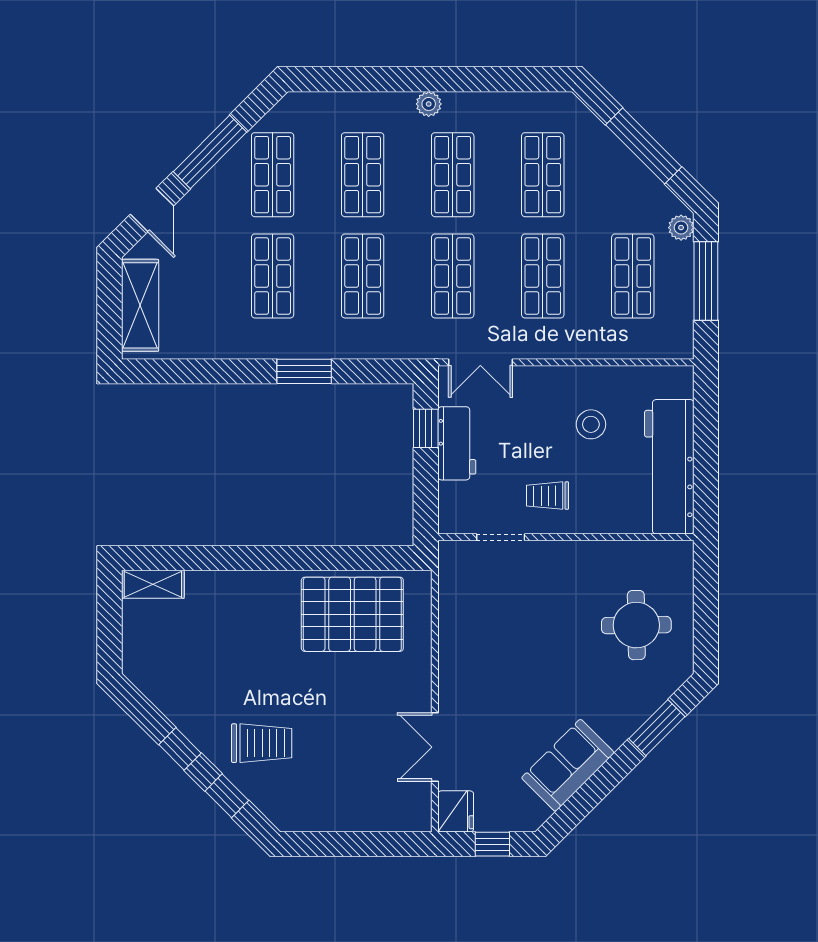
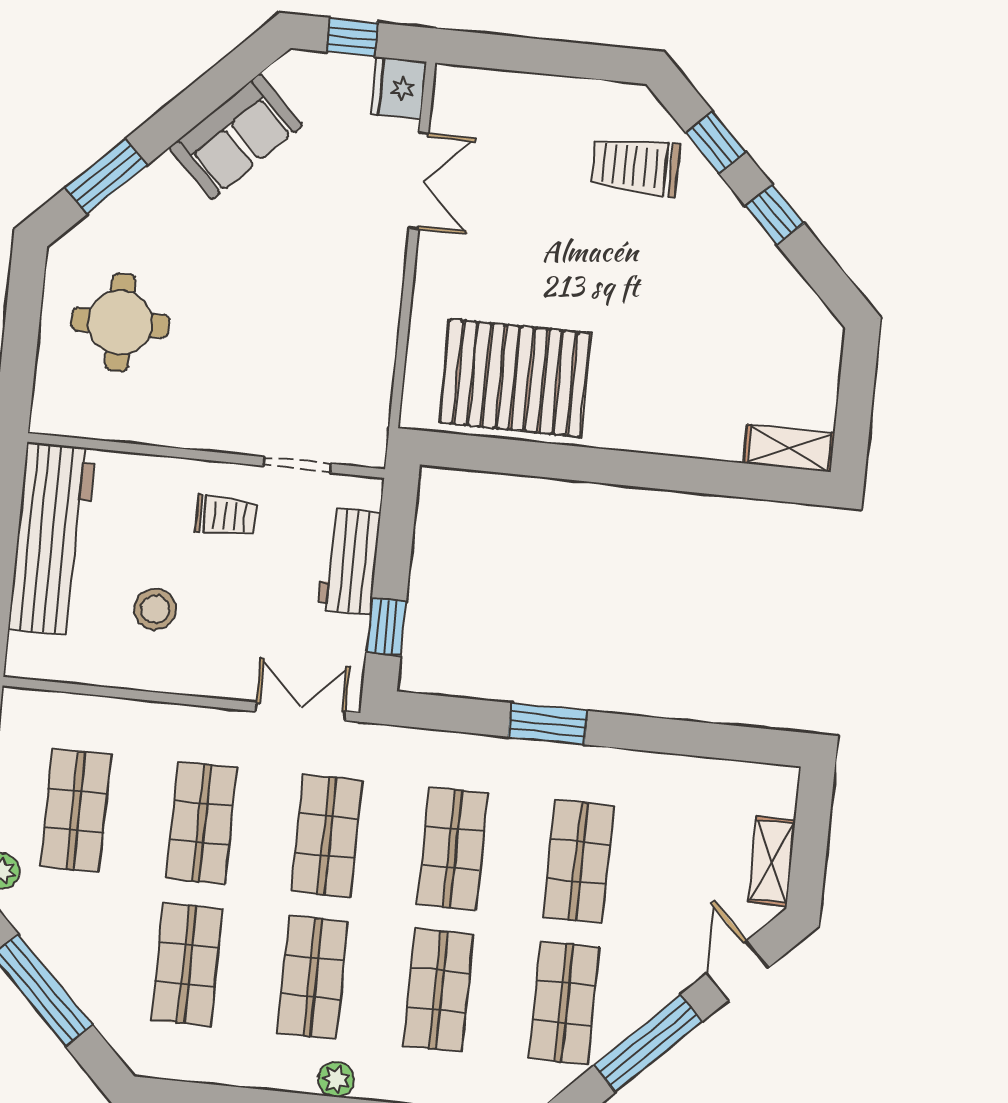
shelving: (140, 305) -> (772, 861), width x0.67, depth x0.75
workbench: (457, 443) -> (349, 561), moved
trolley: (262, 743) -> (636, 166), moved

